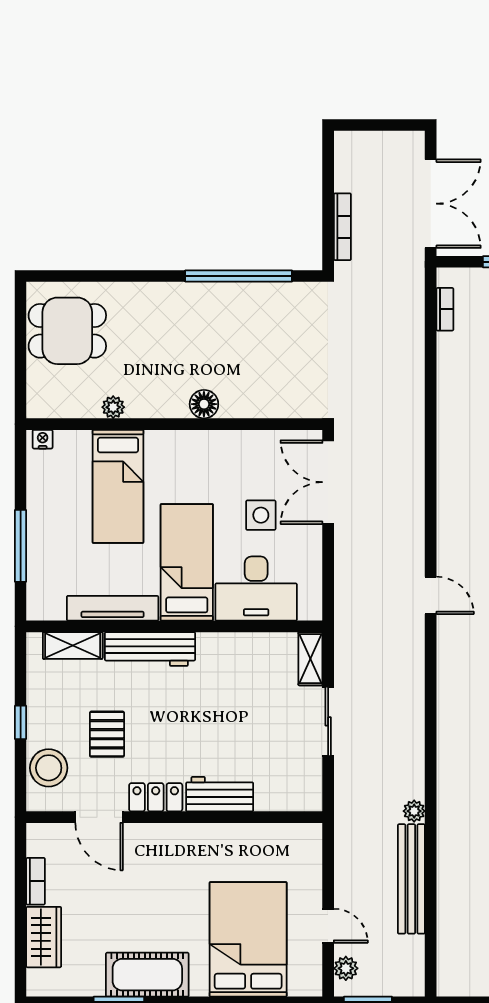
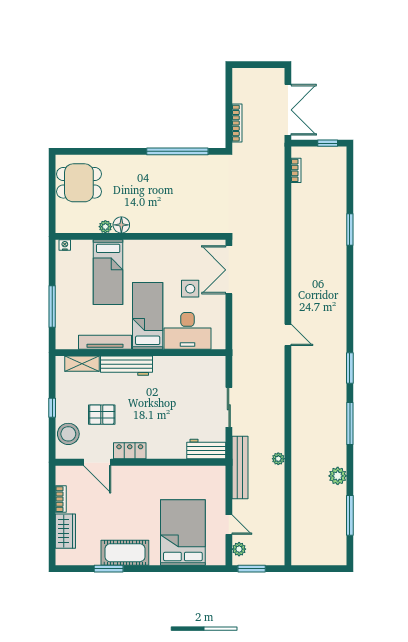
floor lamp: (204, 404) -> (121, 225), moved
shelving: (310, 659) -> (219, 371), removed
pallet: (107, 734) -> (102, 415), turned 90
workbench: (220, 794) -> (206, 449), moved
bench: (411, 879) -> (240, 468), moved

